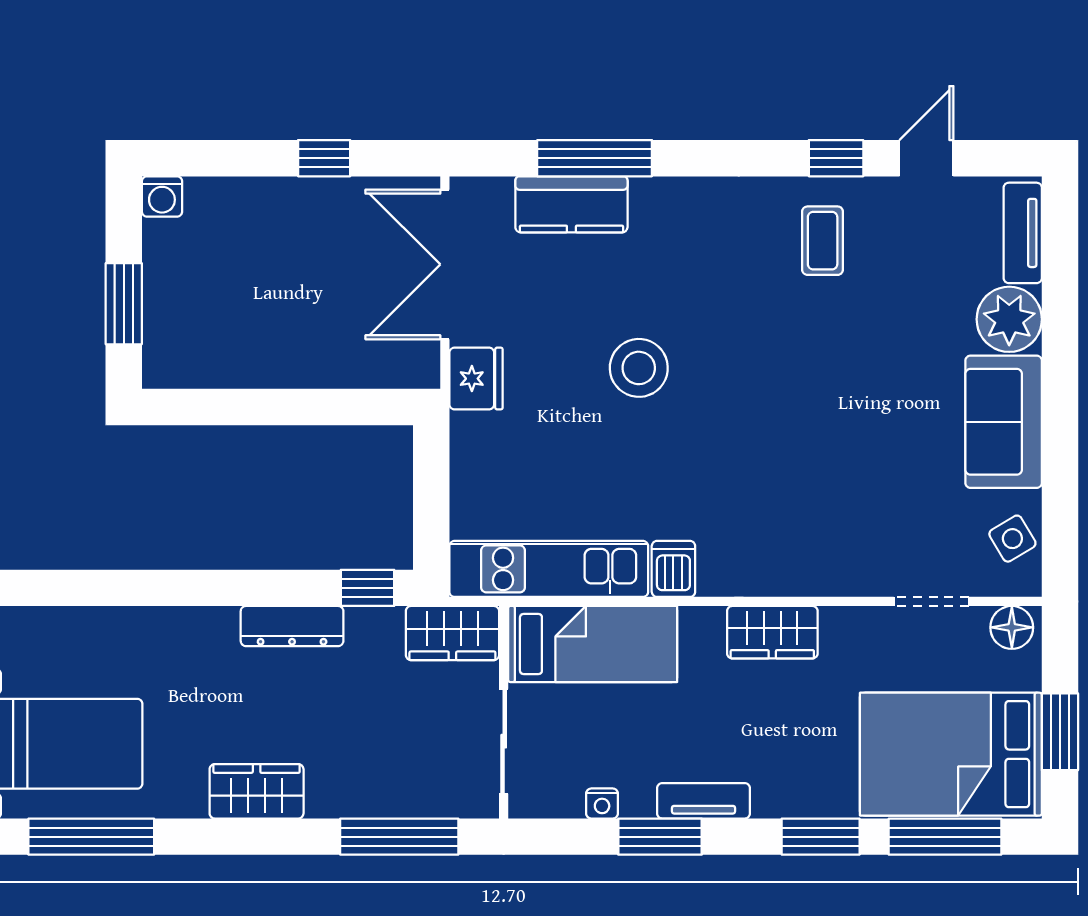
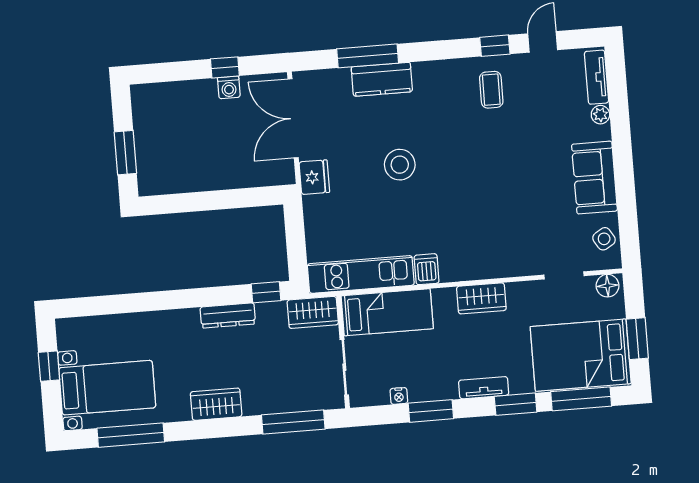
washing machine: (162, 196) -> (229, 87), moved
kitchen counter: (571, 204) -> (382, 79), moved
plant: (1009, 319) -> (600, 115), width x0.53, depth x0.53
tv unit: (704, 801) -> (484, 388), moved

